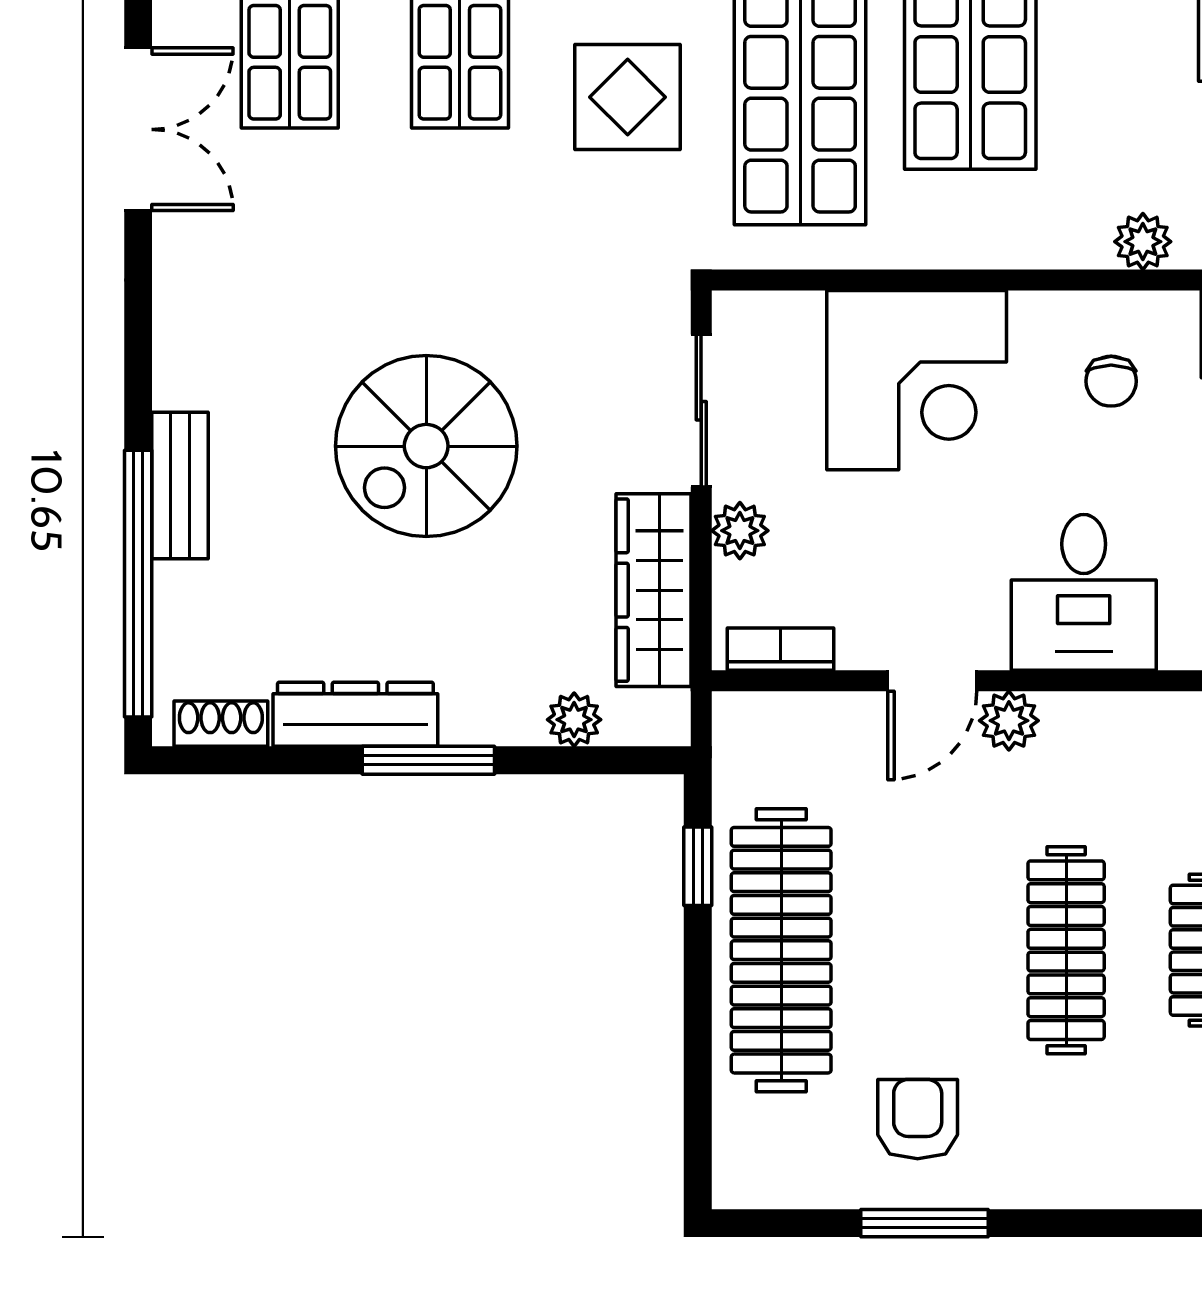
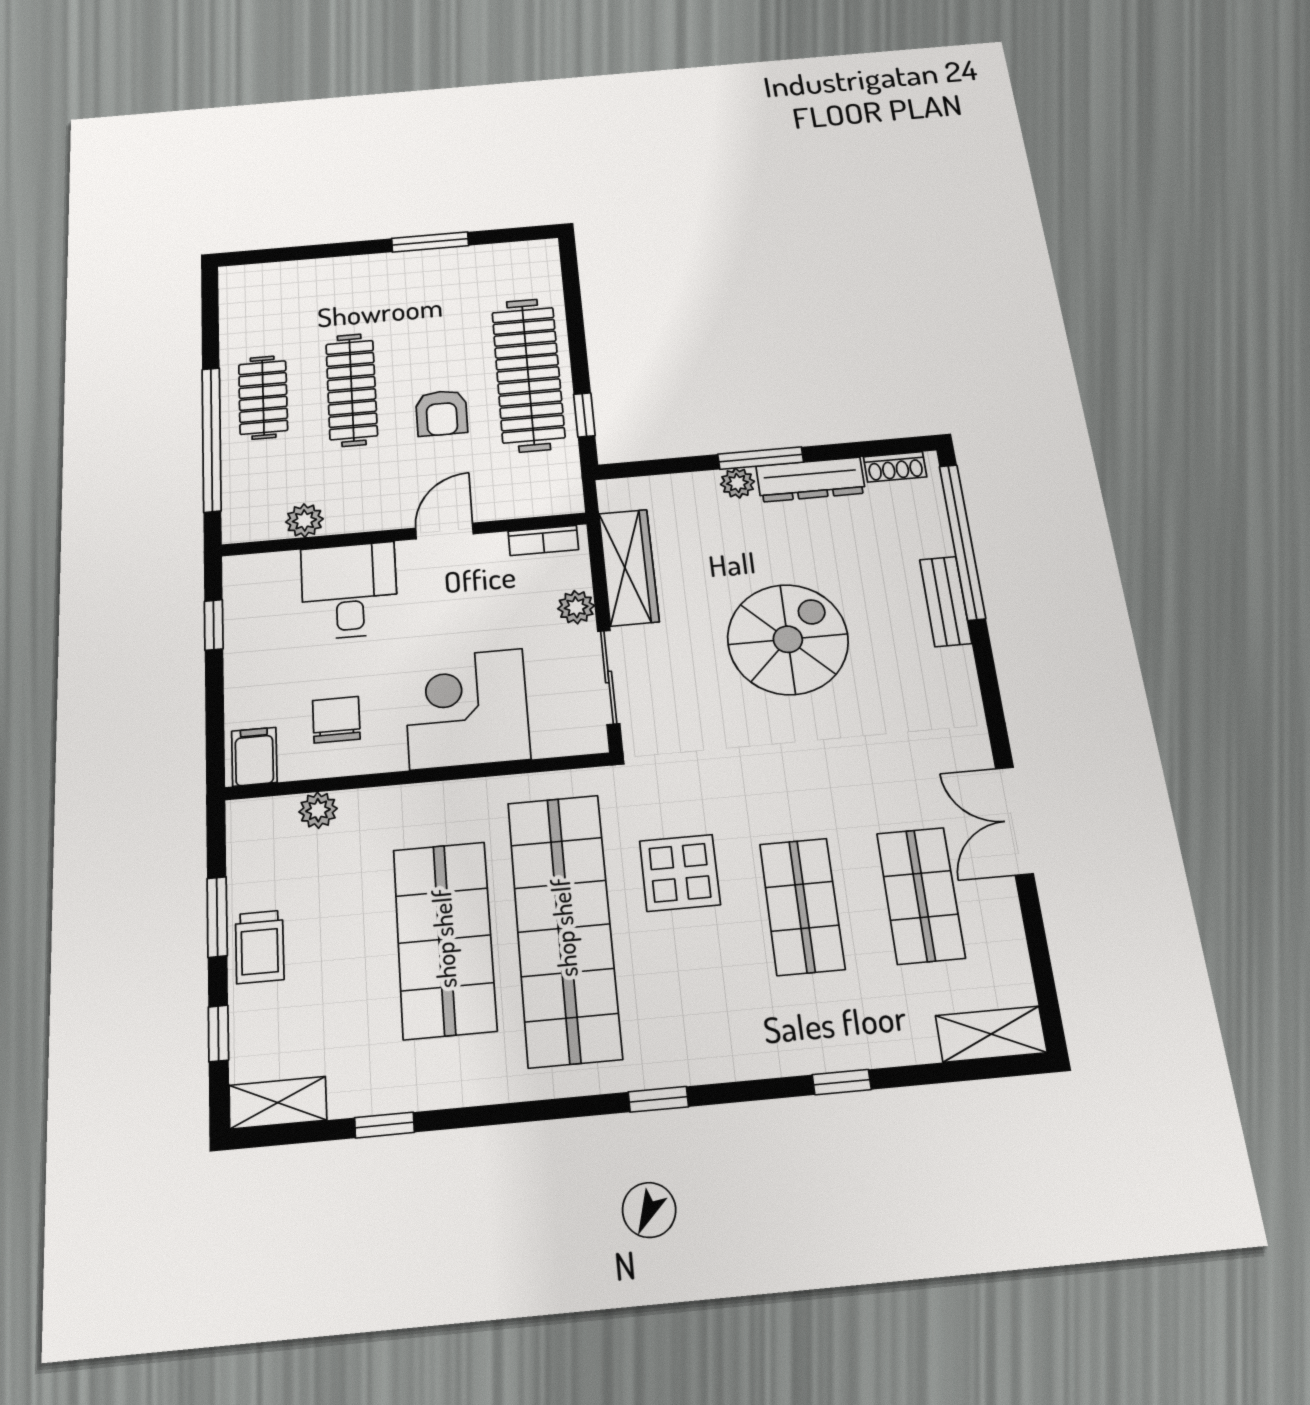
chair: (1111, 381) -> (336, 720), width x1.37, depth x1.37
plant: (574, 720) -> (738, 483), moved
plant: (1009, 721) -> (304, 520), moved
armchair: (918, 1119) -> (442, 413), moved

